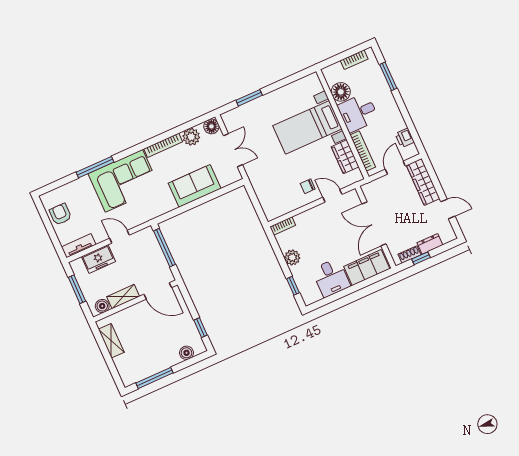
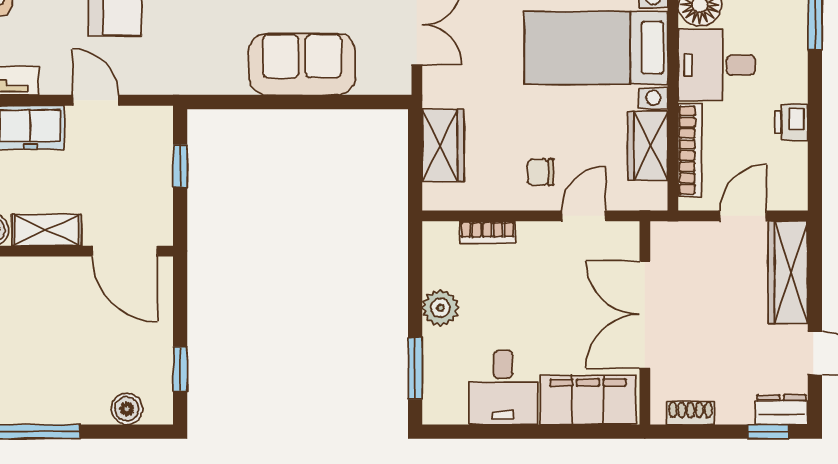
printer: (405, 138) -> (791, 122), moved
wardrobe: (264, 193) -> (443, 145), added
door: (332, 196) -> (584, 216), hinge flipped
bookcase: (283, 226) -> (487, 232), moved
dresser: (430, 244) -> (782, 410), moved
window: (164, 248) -> (180, 166), width x0.46
window: (421, 258) -> (768, 432), moved
window: (293, 286) -> (415, 368), width x1.50

